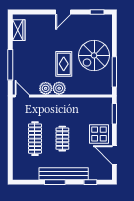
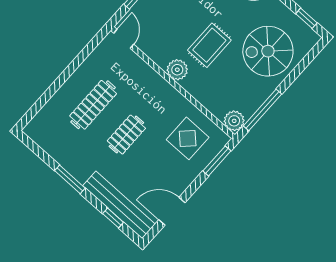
spiral stairs: (94, 55) -> (268, 51), moved
plant: (46, 88) -> (234, 121), moved
display table: (99, 134) -> (188, 138), moved
door: (114, 155) -> (172, 211), hinge flipped
bench: (64, 174) -> (119, 205), moved

